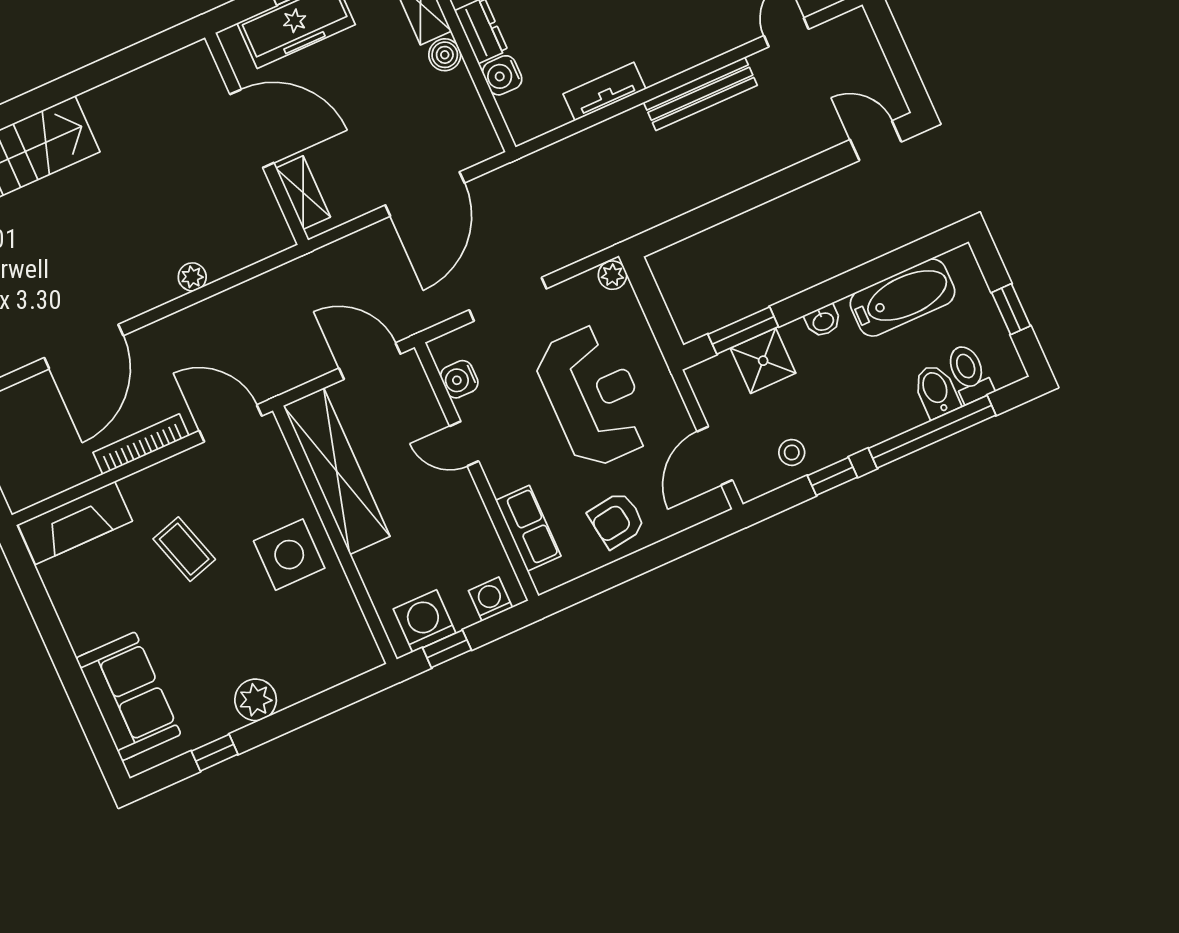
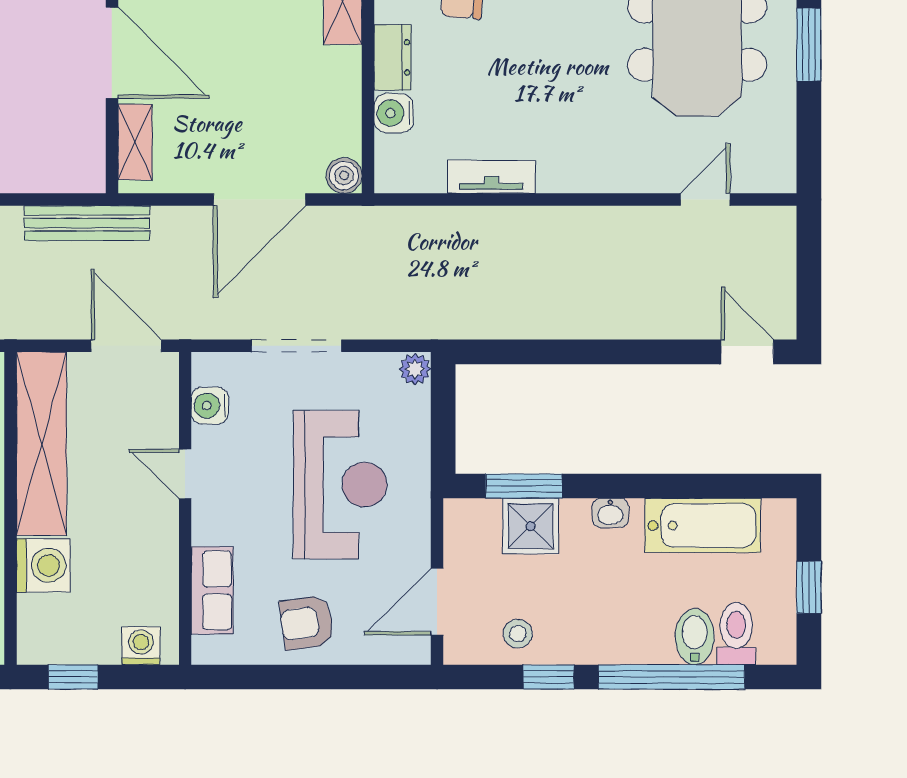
boiler: (445, 55) -> (344, 176), moved
bench: (700, 94) -> (87, 223), moved
washing machine: (425, 621) -> (43, 565), moved, turned 90

